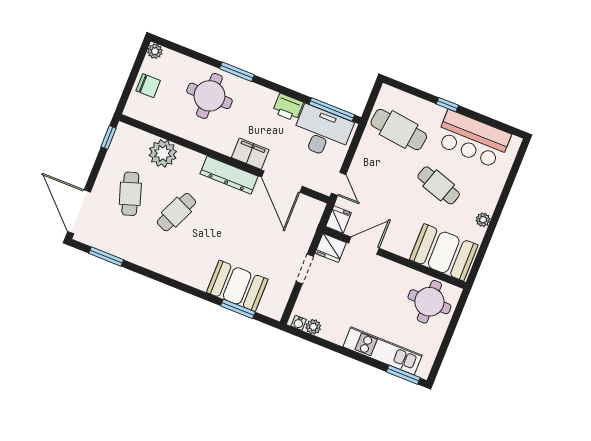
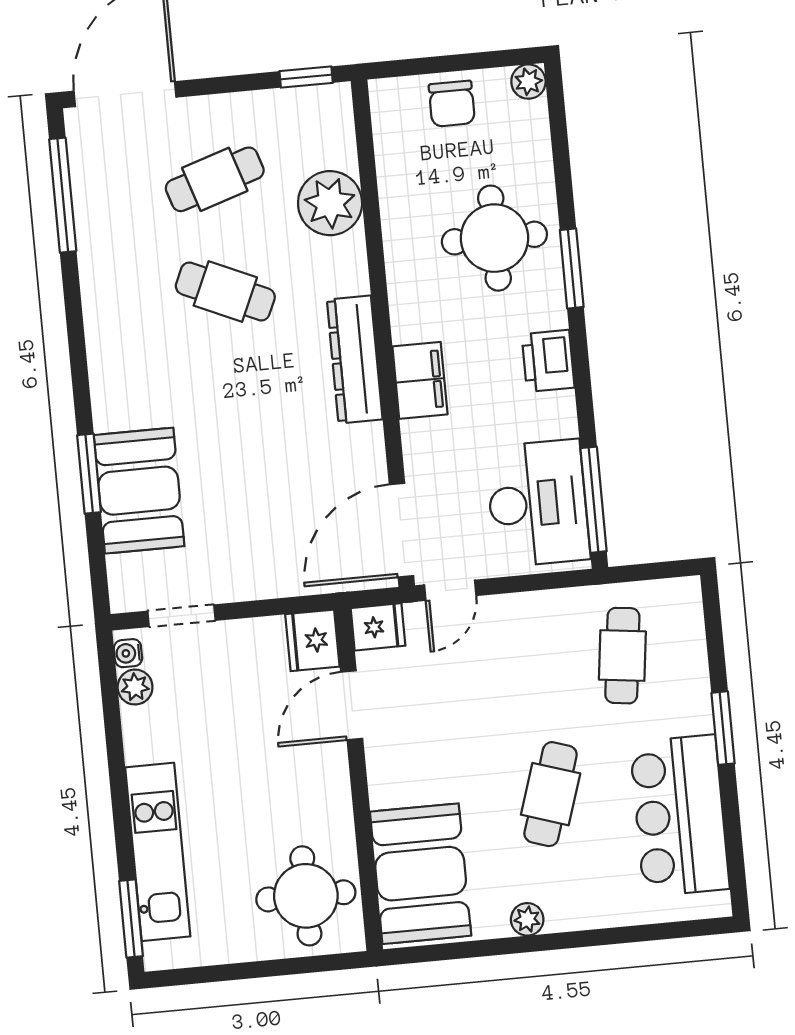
window: (447, 105) -> (723, 728), width x1.50
printer: (288, 107) -> (548, 361), moved
cafe table: (399, 130) -> (622, 656), width x0.73, depth x0.74
door: (282, 182) -> (401, 530), moved
door: (364, 246) -> (352, 705), swing flipped
window: (106, 257) -> (63, 195), width x1.44
doorway: (305, 269) -> (182, 616), moved
window: (238, 309) -> (89, 474), moved

